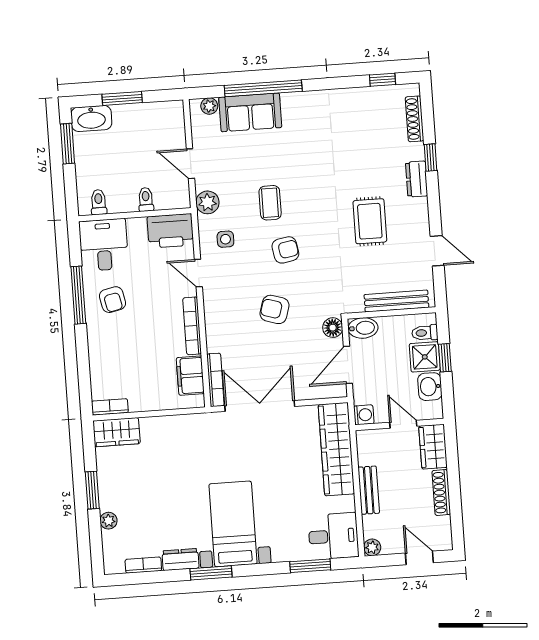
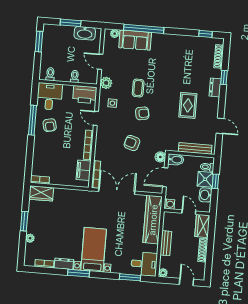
washbasin: (91, 118) -> (85, 33), moved

